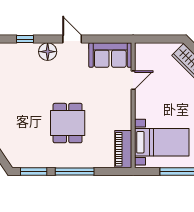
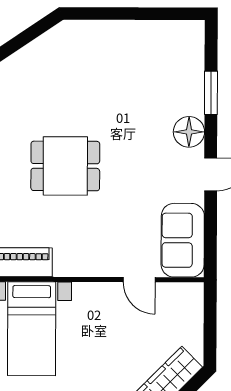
window: (25, 39) -> (211, 93), width x1.50

